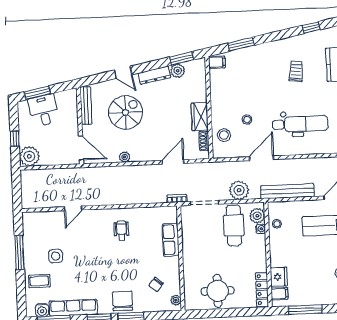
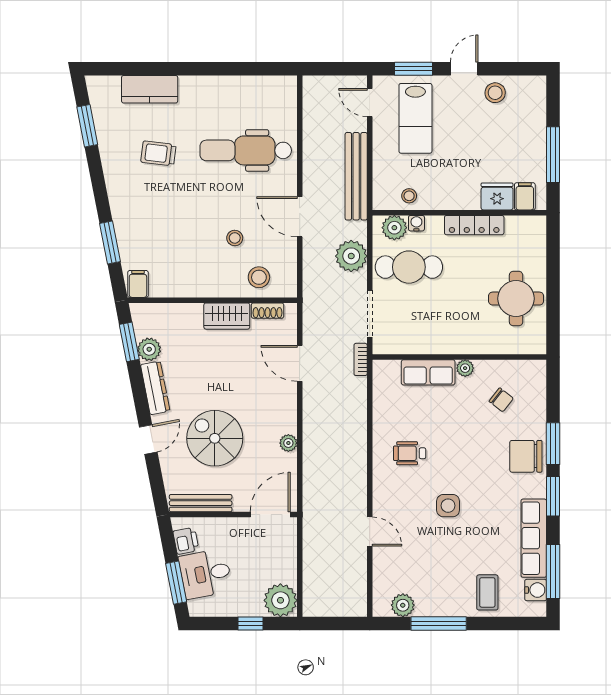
window: (311, 28) -> (87, 126), width x1.50
printer: (63, 98) -> (186, 541), added
dental chair: (300, 124) -> (246, 150), turned -90
plant: (29, 230) -> (403, 605), added
side table: (56, 256) -> (448, 506), moved
locker: (262, 290) -> (474, 225), moved
plant: (176, 300) -> (465, 368), moved

